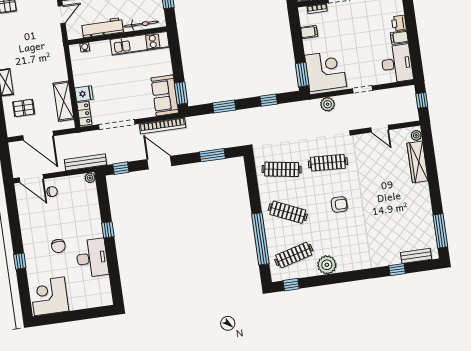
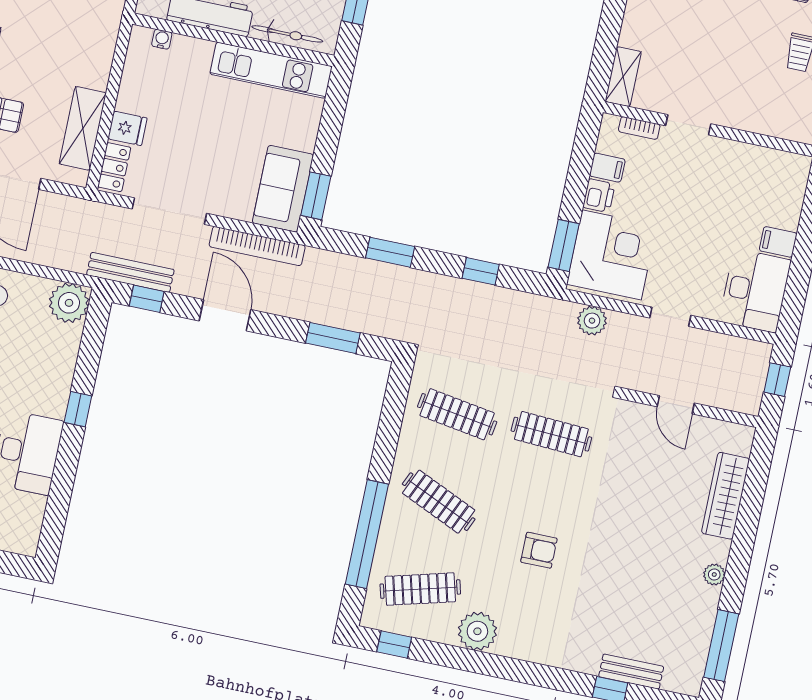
printer: (399, 23) -> (599, 196), moved, turned 180
plant: (416, 135) -> (714, 575), moved
bench: (85, 162) -> (130, 272), moved
plant: (90, 178) -> (69, 303), width x1.88, depth x1.88
armchair: (339, 204) -> (539, 550), moved
bench: (416, 256) -> (631, 672), moved

